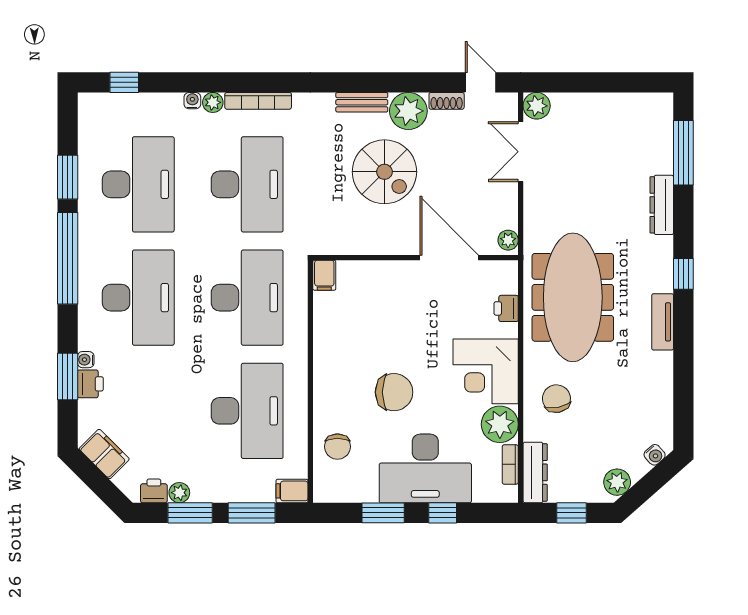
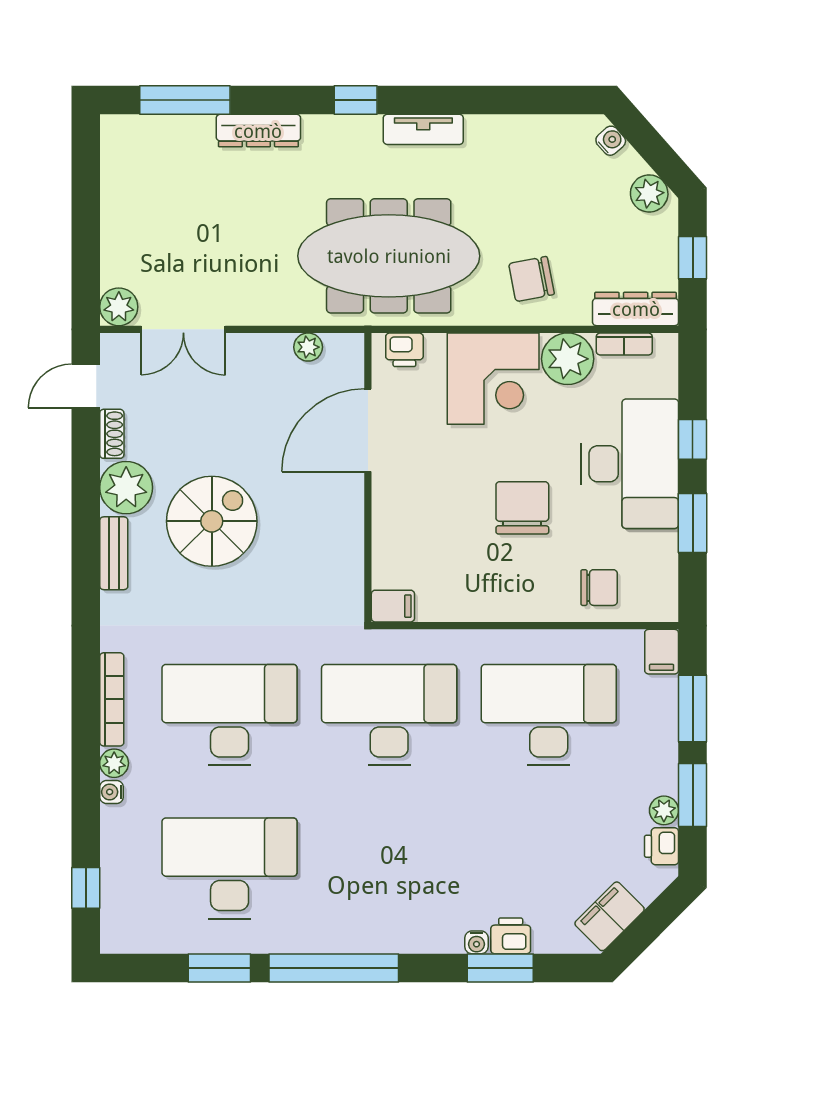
wall: (416, 258) -> (368, 478), moved
door: (449, 258) -> (368, 430), moved
filing cabinet: (324, 275) -> (393, 606), moved
desk: (138, 298) -> (389, 868), removed

